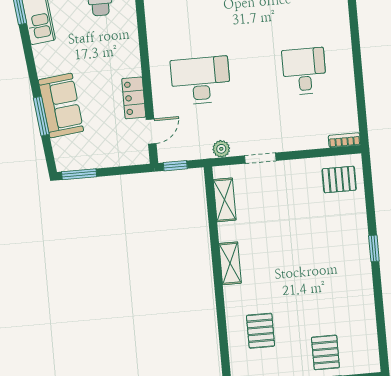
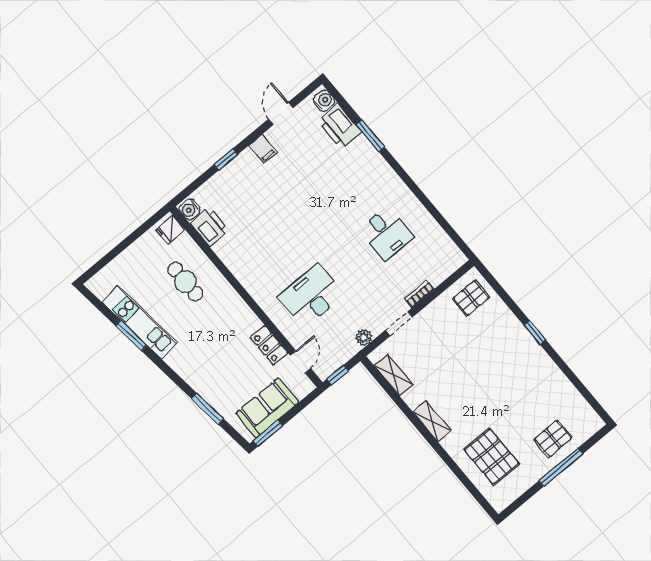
desk: (304, 71) -> (386, 233), turned 180
sofa: (61, 106) -> (267, 408), moved, turned -84
bookcase: (344, 140) -> (419, 294), moved
pallet: (261, 331) -> (491, 457), width x1.50, depth x1.42
pallet: (325, 352) -> (553, 439), turned 90

